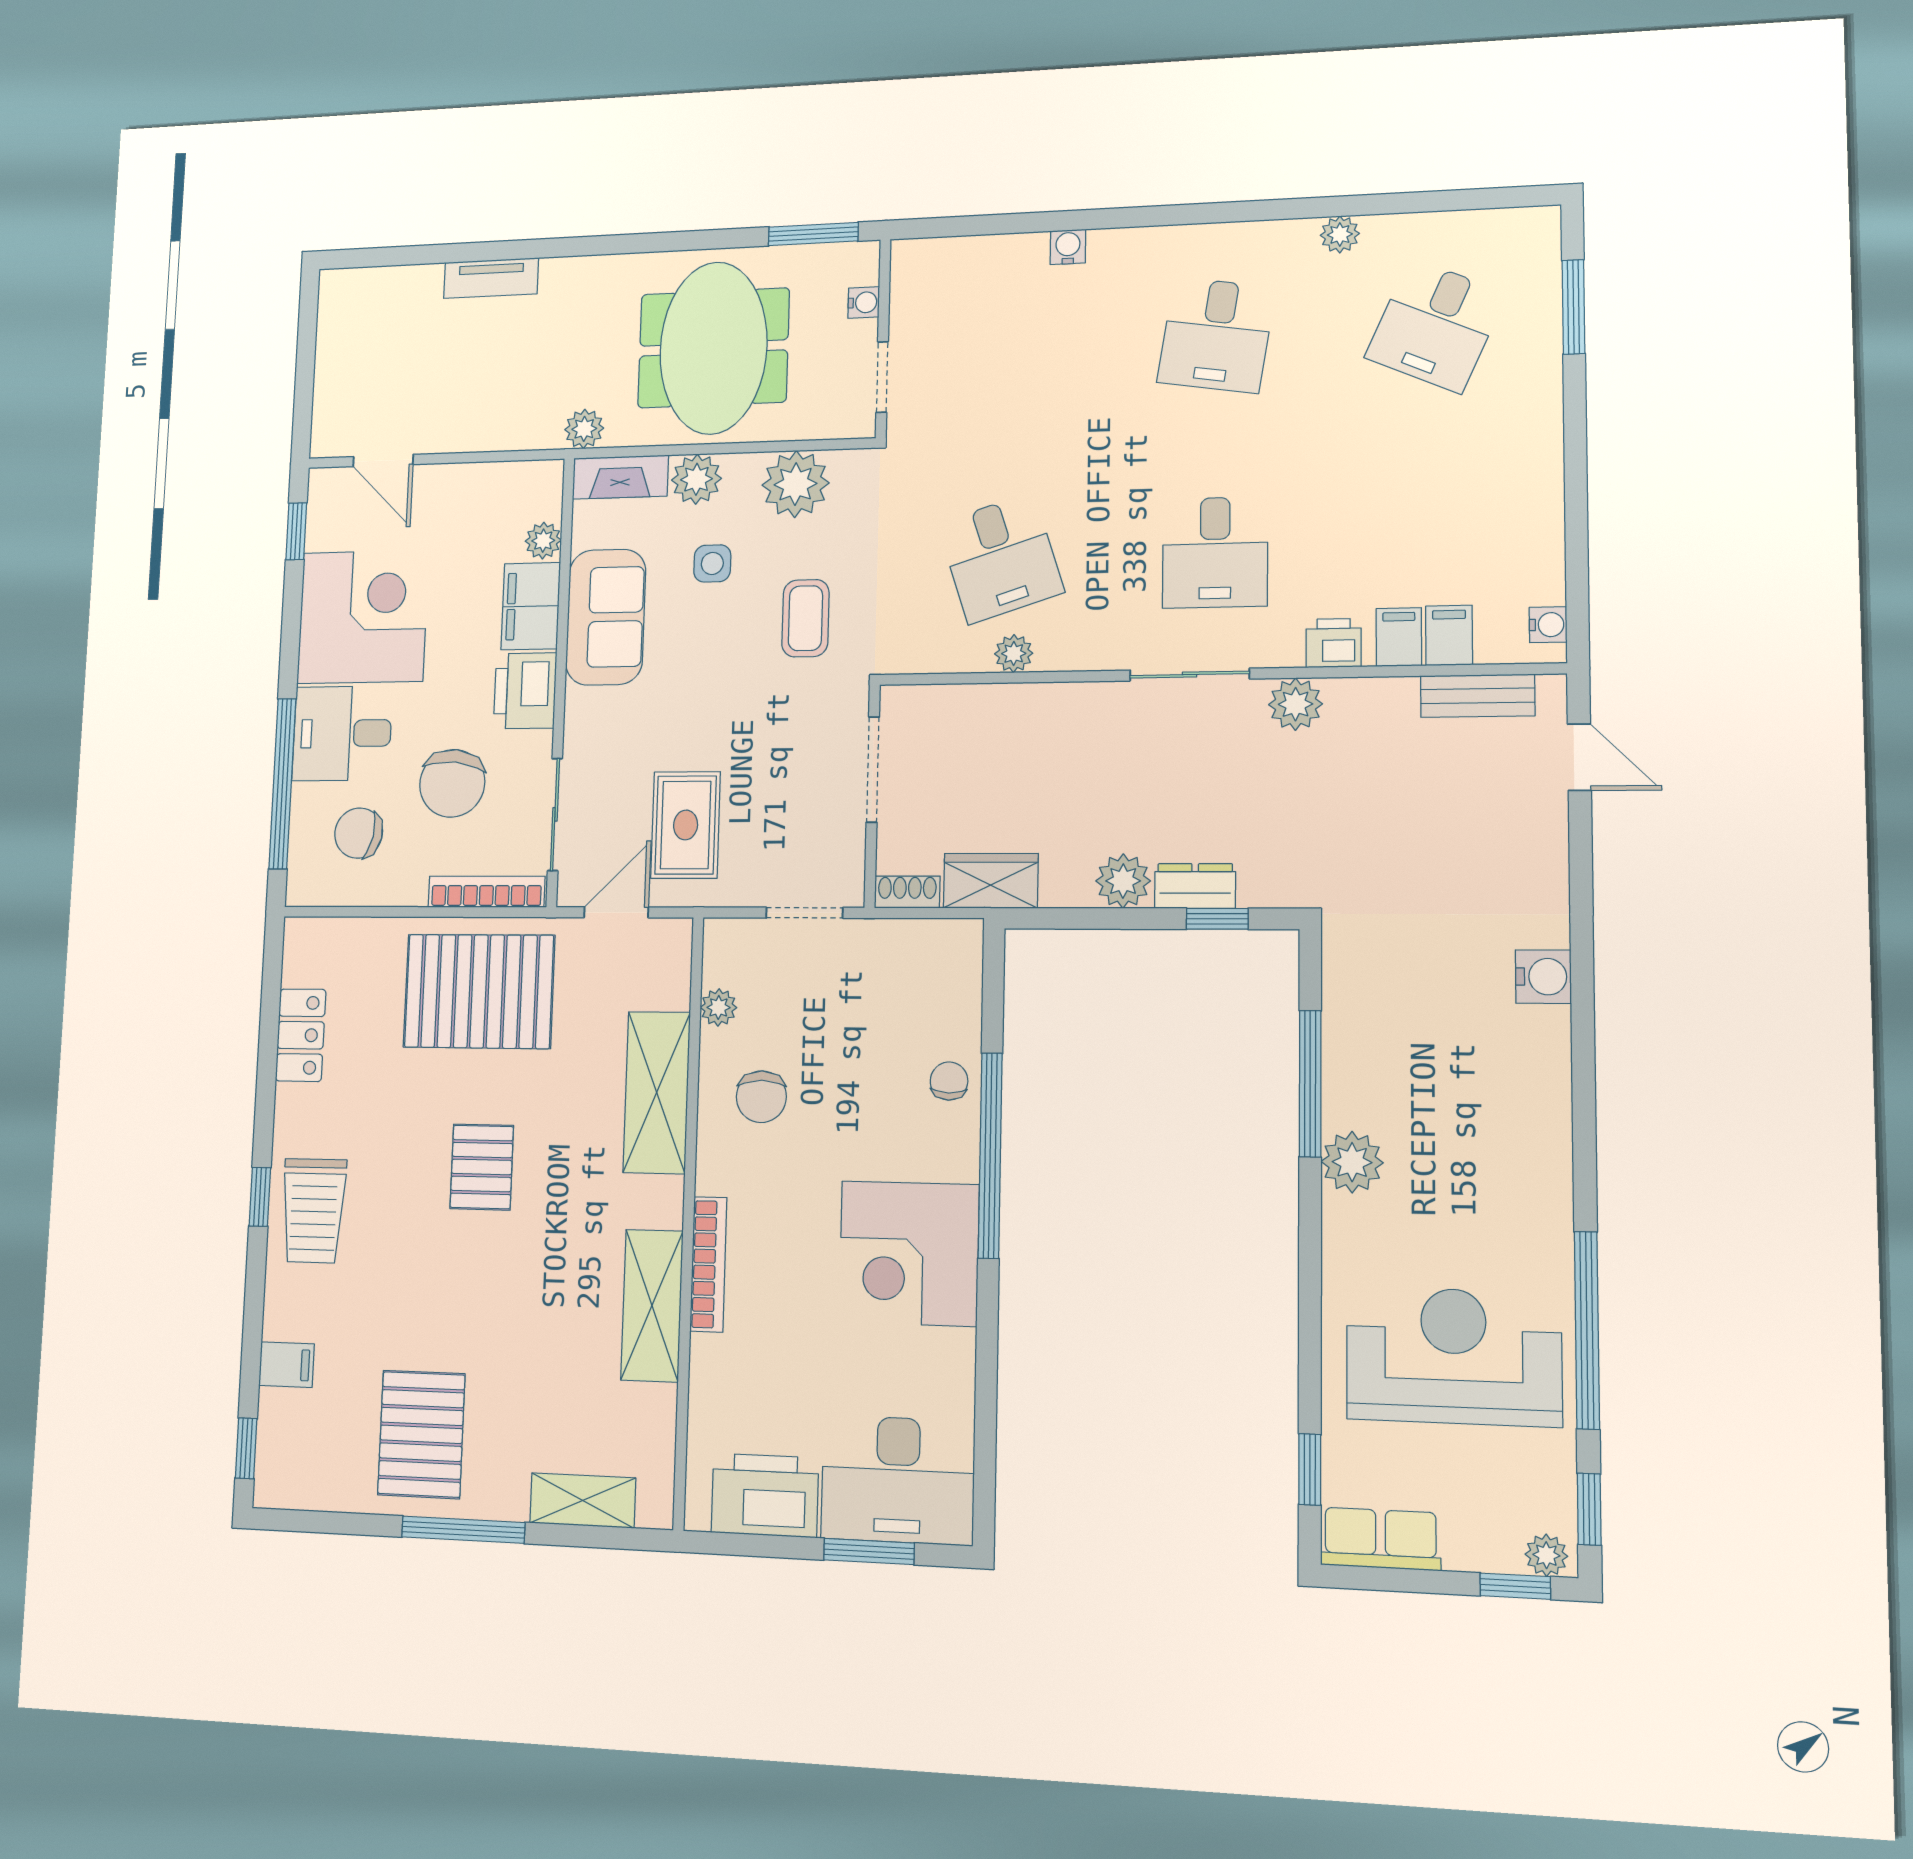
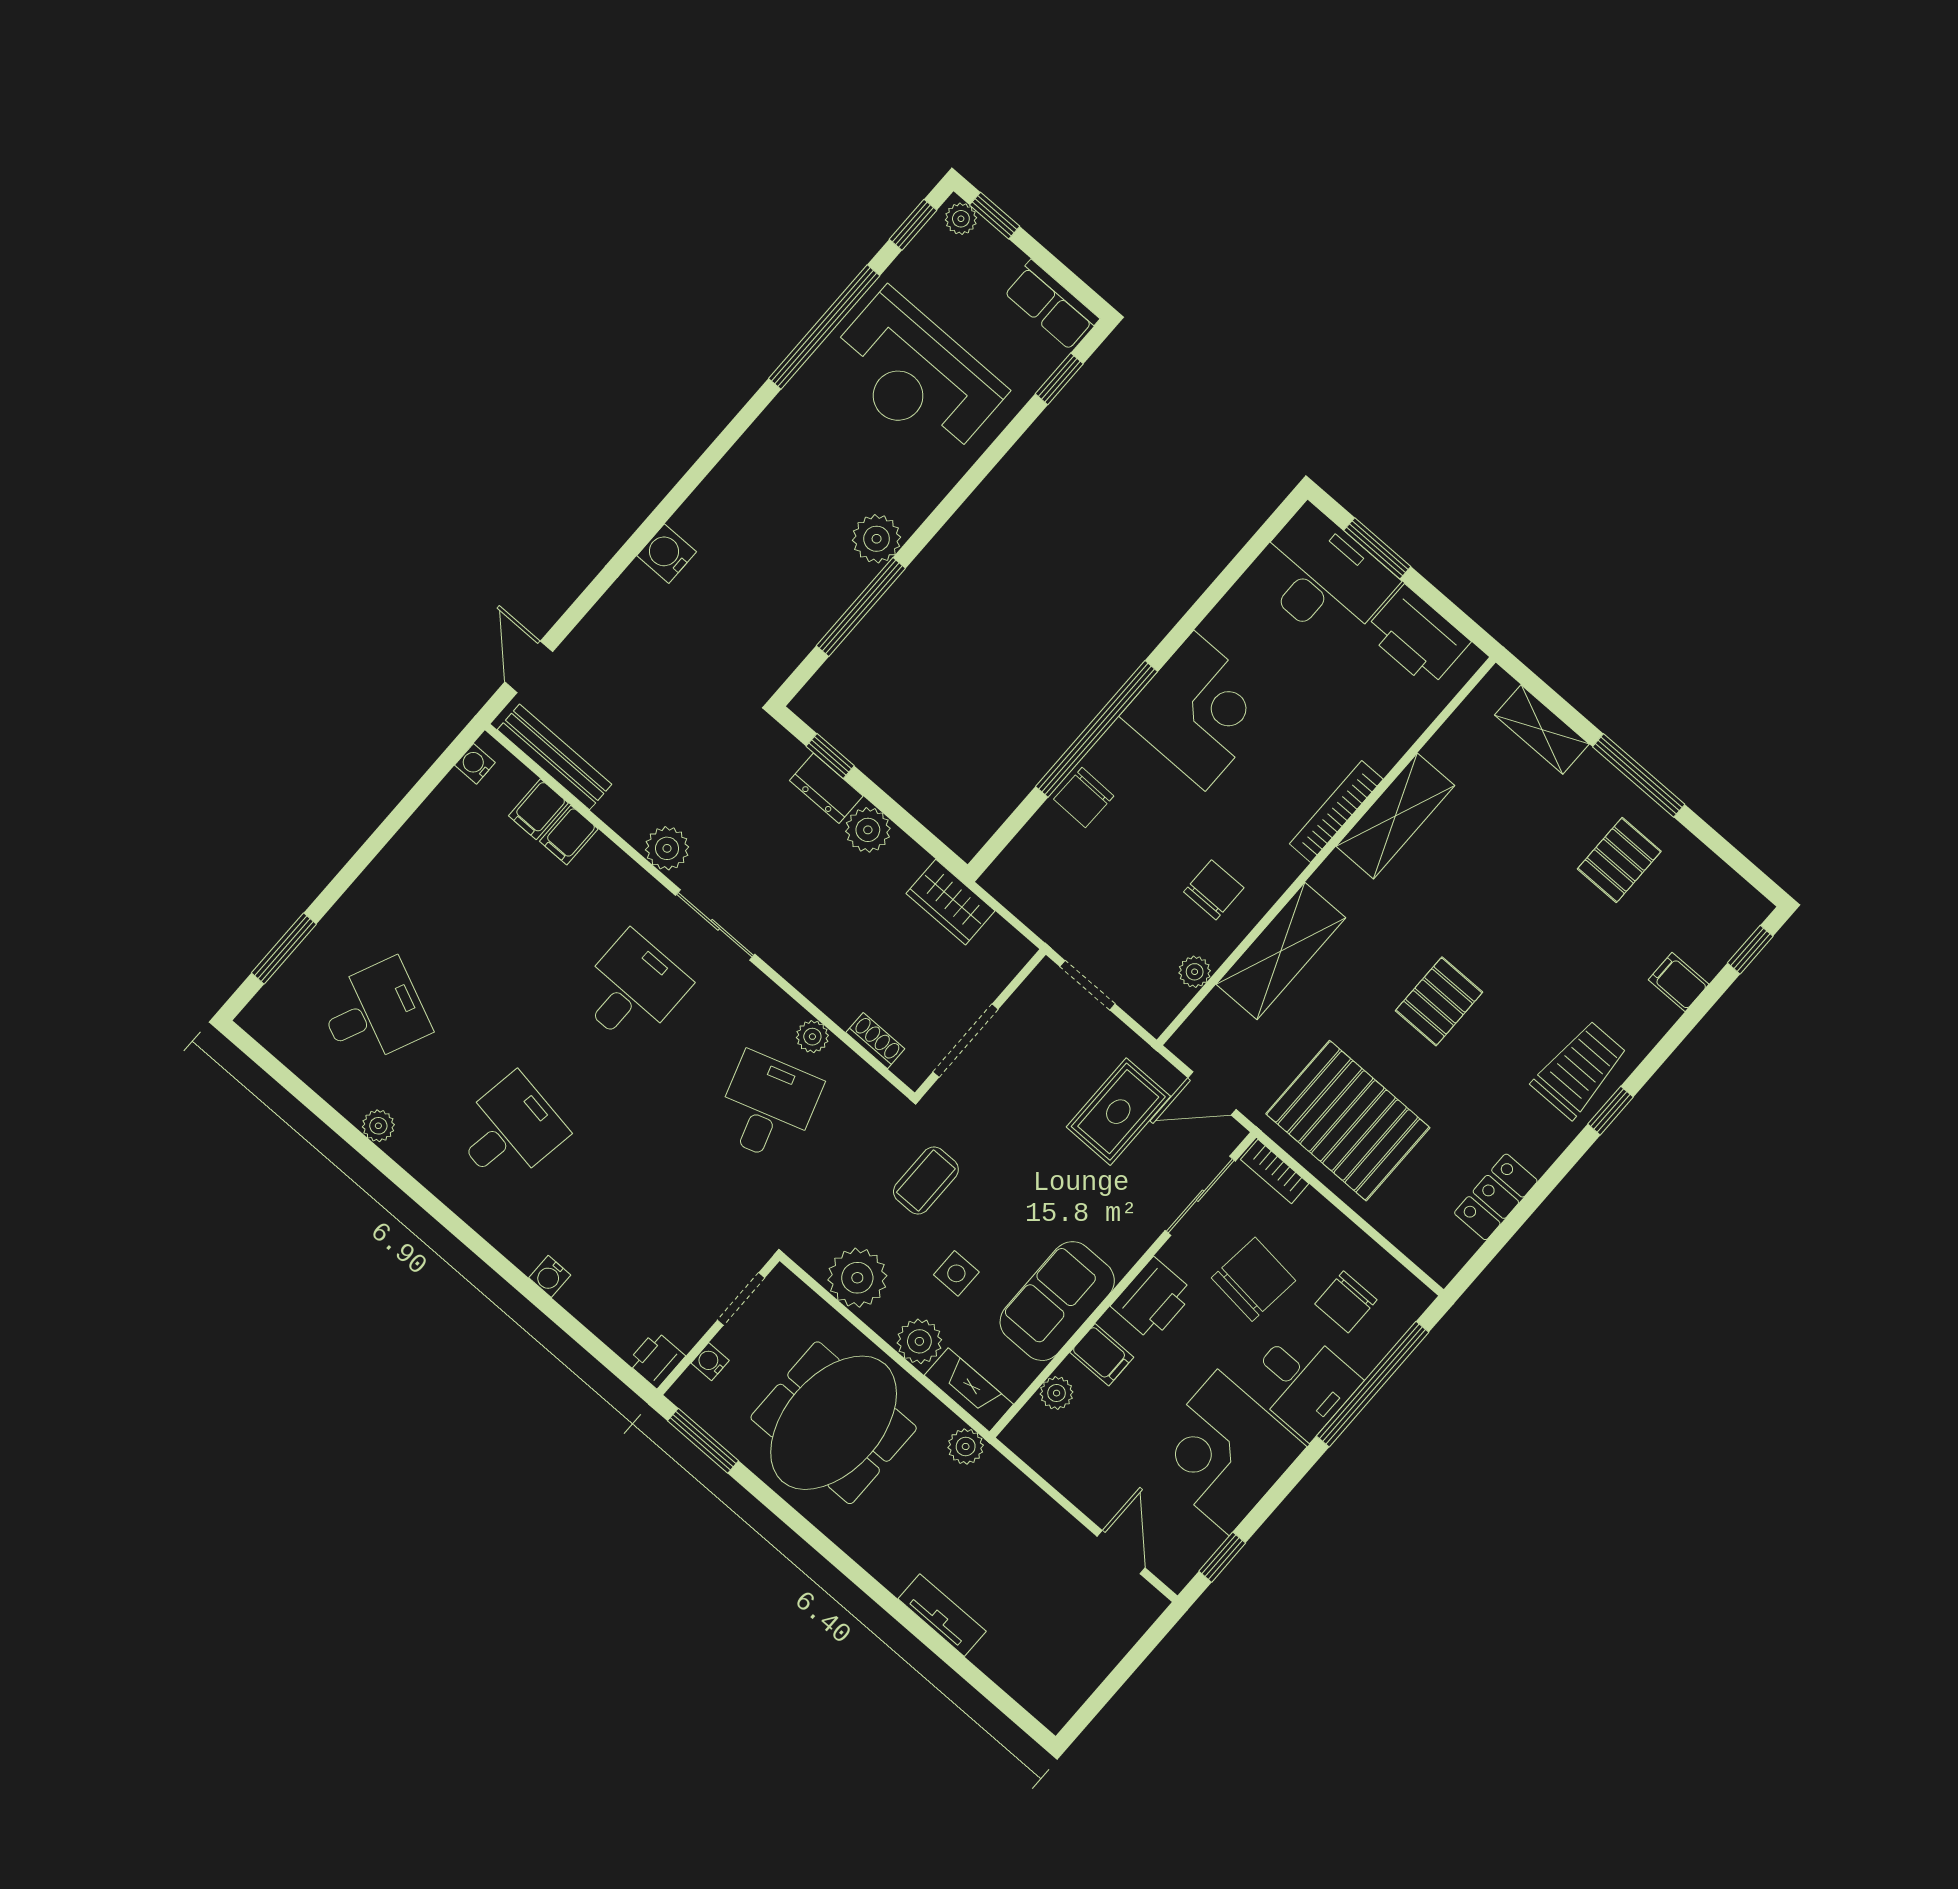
filing cabinet: (531, 606) -> (1102, 1355), width x0.50
printer: (1334, 643) -> (656, 1359), moved, turned 90
bench: (1478, 696) -> (555, 757), width x1.36
chair: (359, 833) -> (1346, 1302), turned 78
bookcase: (486, 892) -> (1275, 1172), width x0.64
shoe rack: (907, 892) -> (875, 1041), moved, turned 180
chair: (949, 1081) -> (1084, 797), width x1.37, depth x1.37
pallet: (421, 1434) -> (1619, 860), width x0.67, depth x0.71

